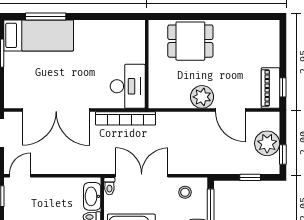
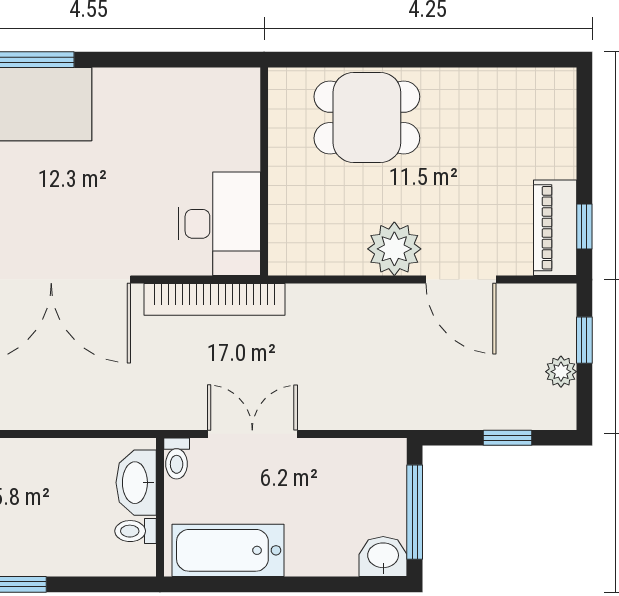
plant: (267, 143) -> (561, 372), width x0.53, depth x0.53
window: (283, 155) -> (584, 340), moved
double door: (142, 176) -> (252, 434), width x0.73
stool: (185, 192) -> (354, 473), removed

